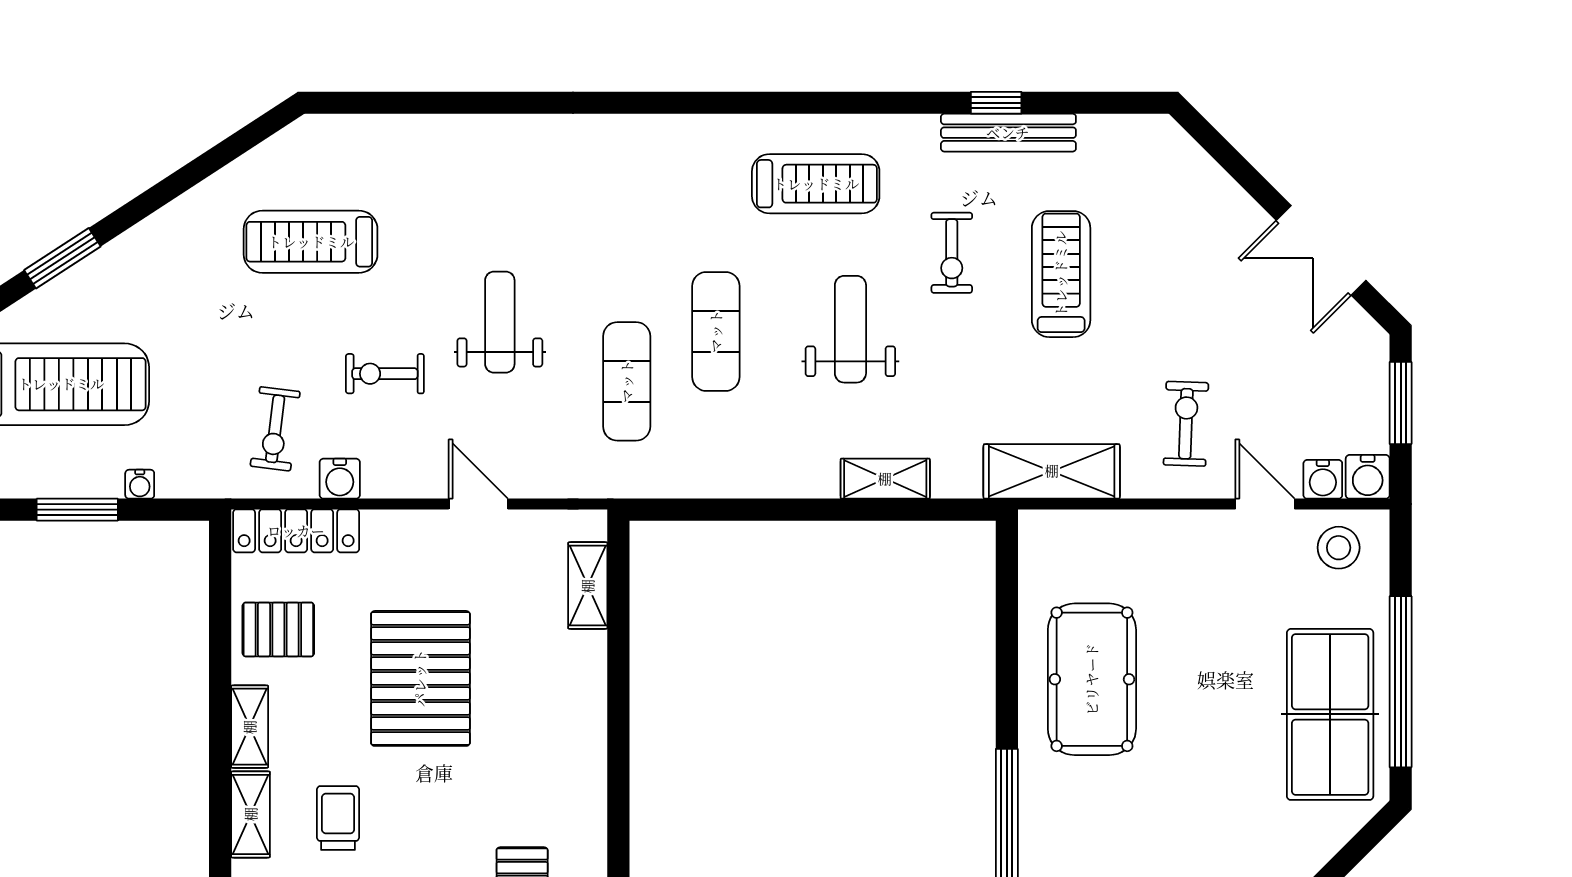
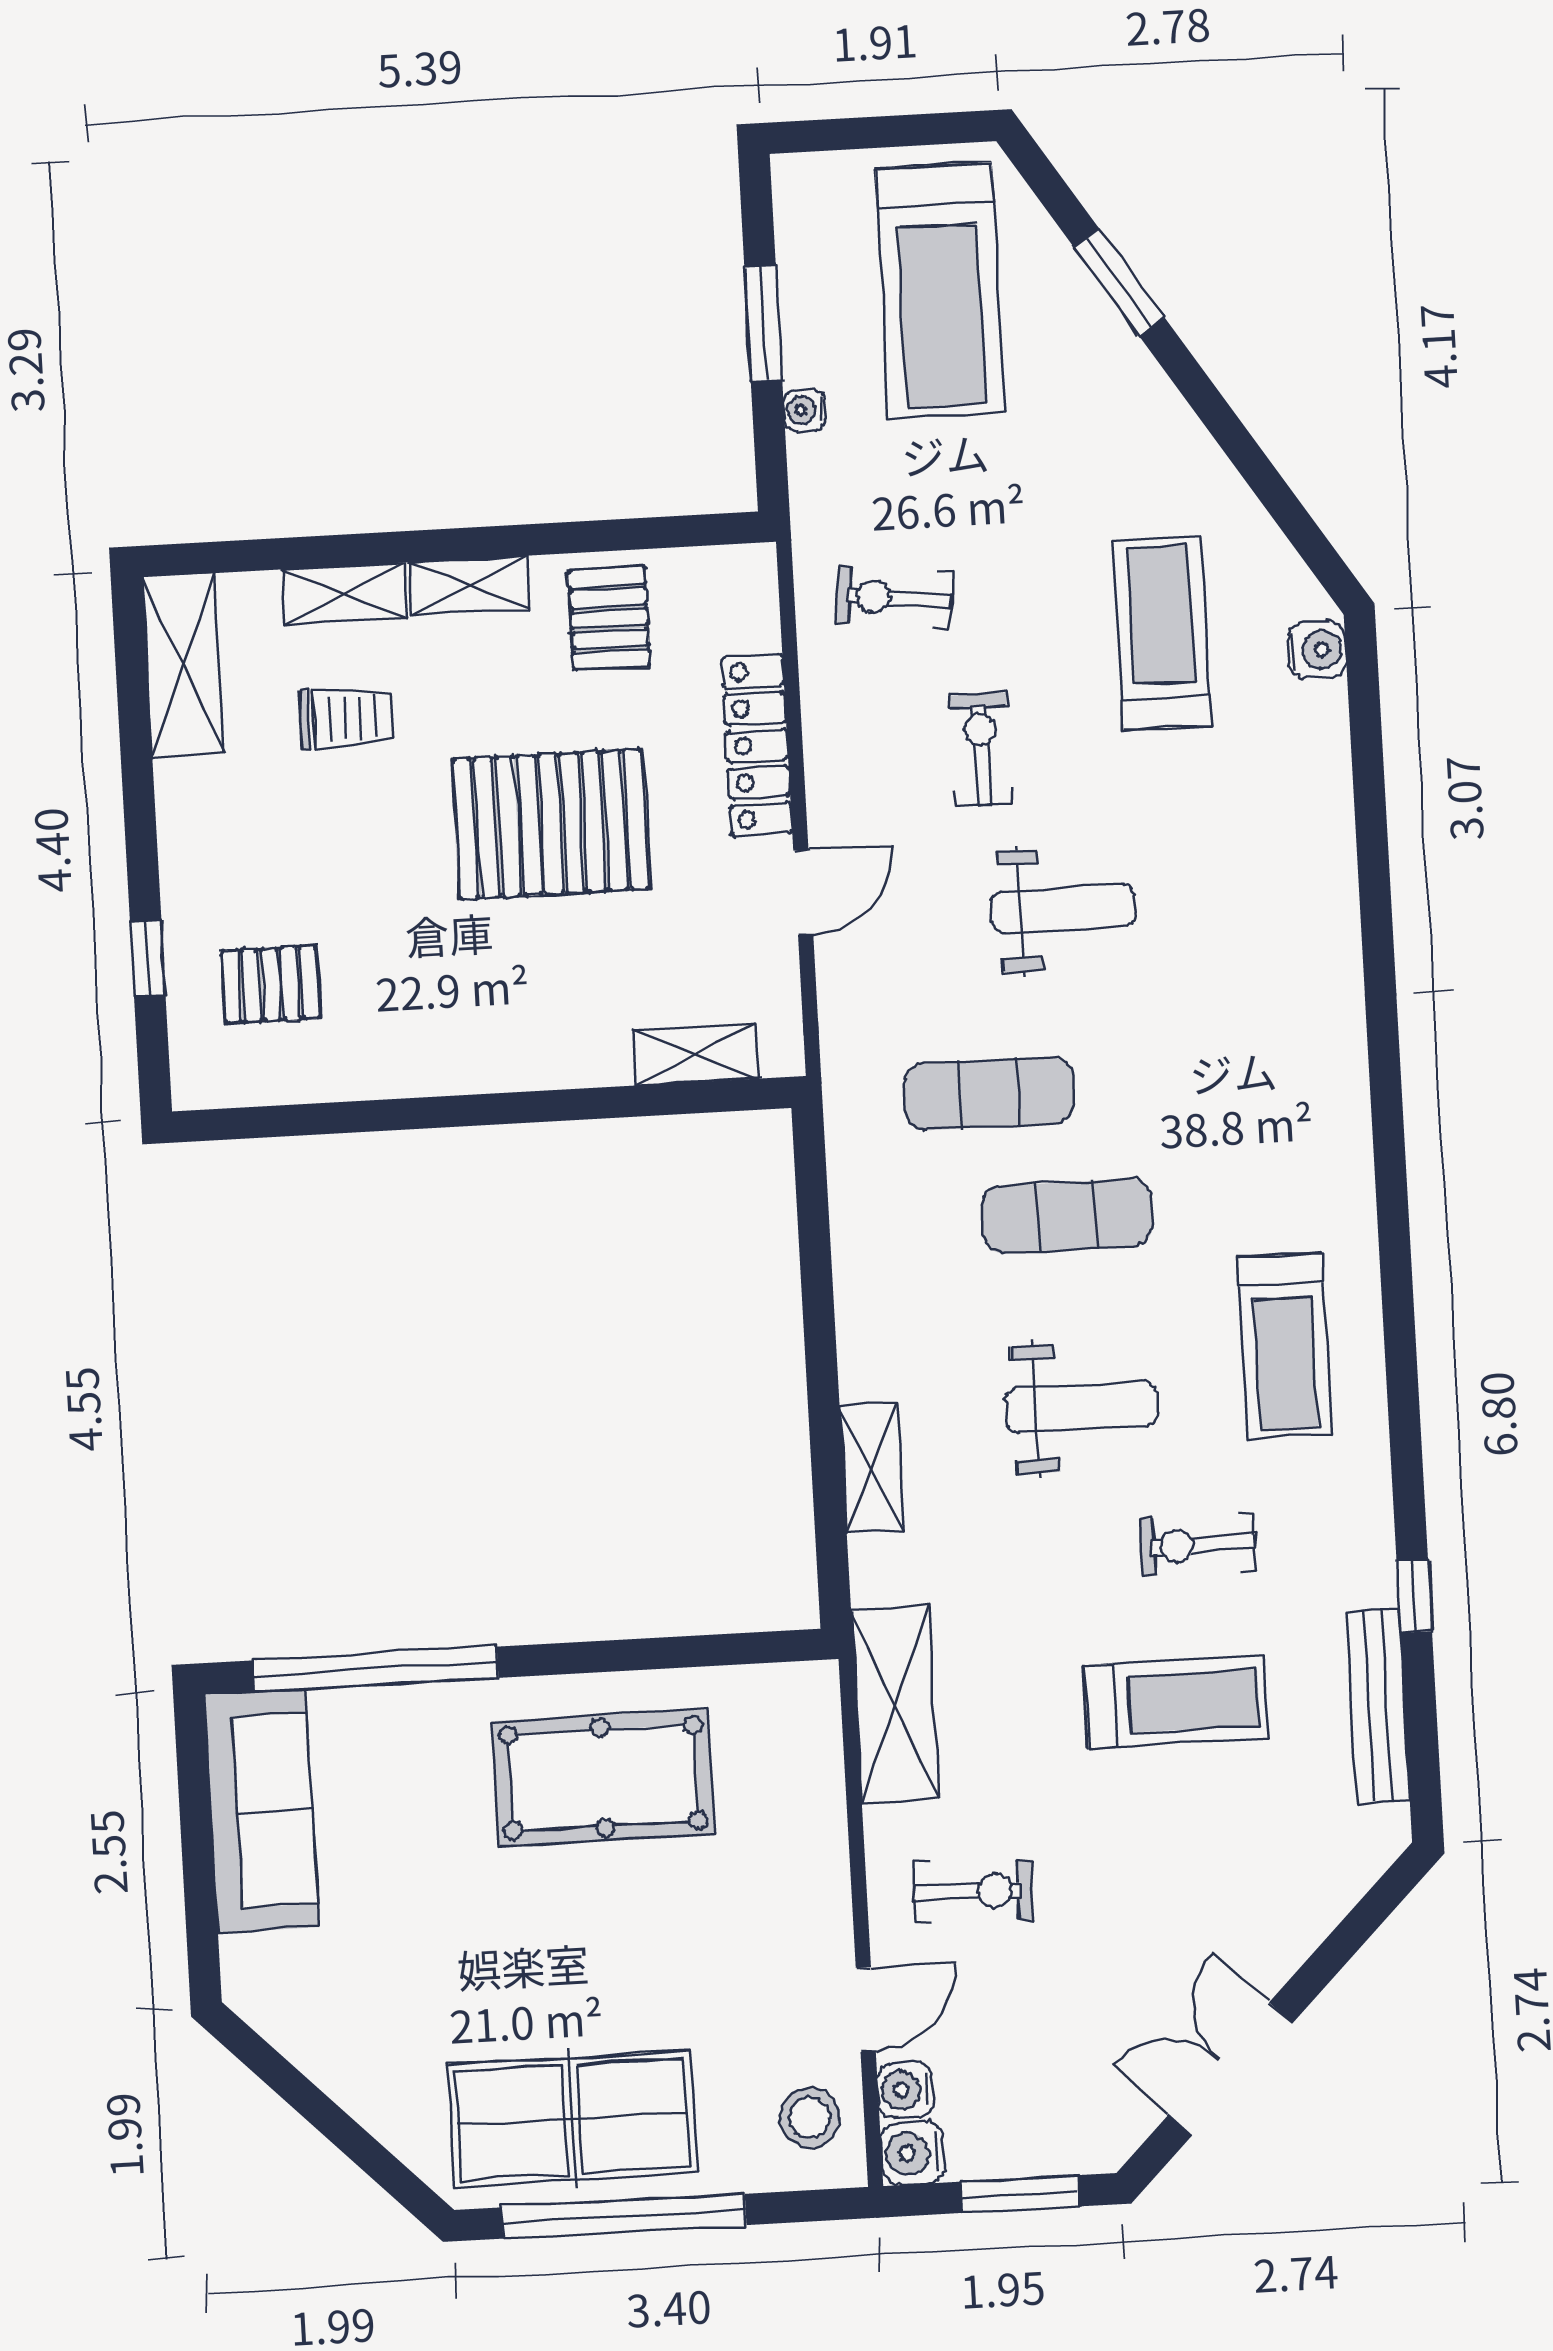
bench: (1008, 133) -> (1378, 1706), moved
water cooler: (340, 479) -> (1317, 650), moved, turned 180
locker: (296, 531) -> (757, 745), moved

